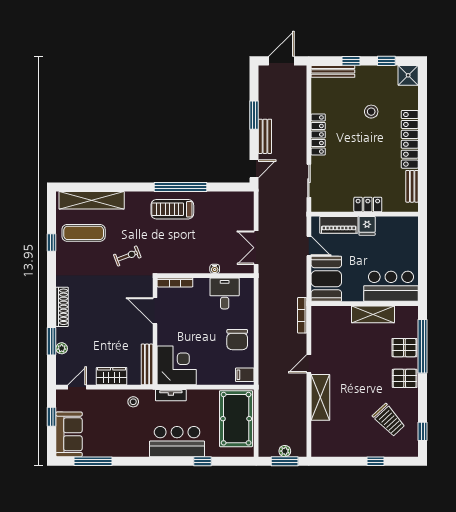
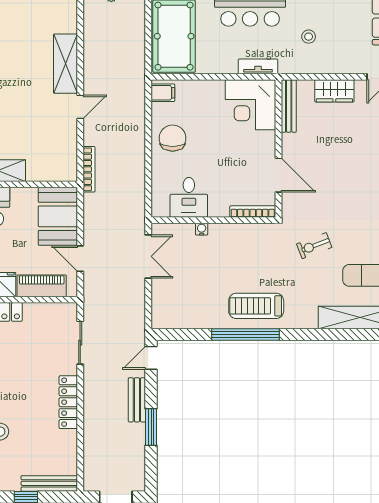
treadmill: (172, 209) -> (256, 306), turned 180
stool: (133, 402) -> (309, 37), moved

